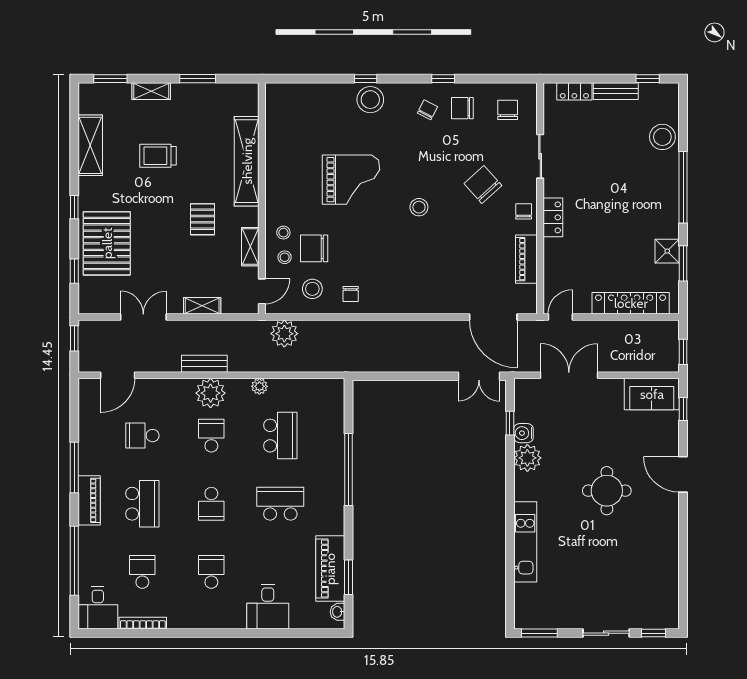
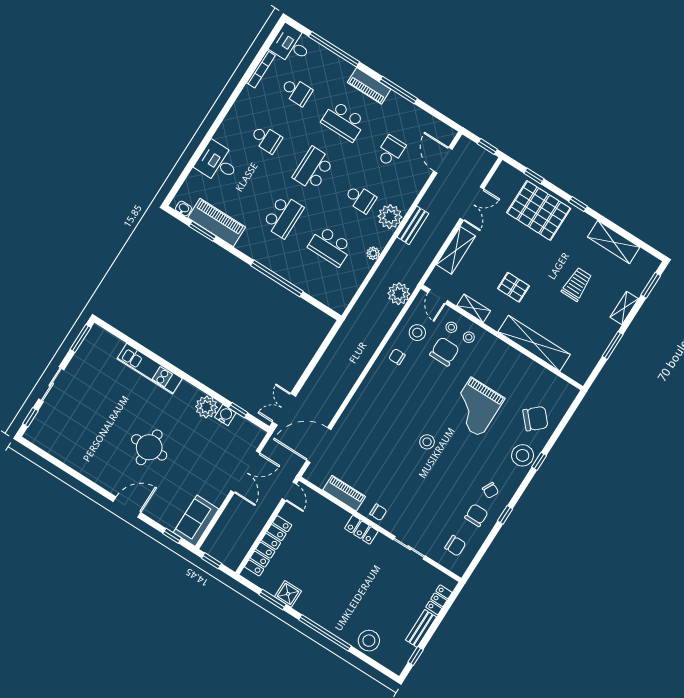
chair: (483, 185) -> (535, 419), moved
shelving: (202, 306) -> (456, 250), width x1.50, depth x1.33
school desk: (211, 504) -> (313, 169), width x1.85

